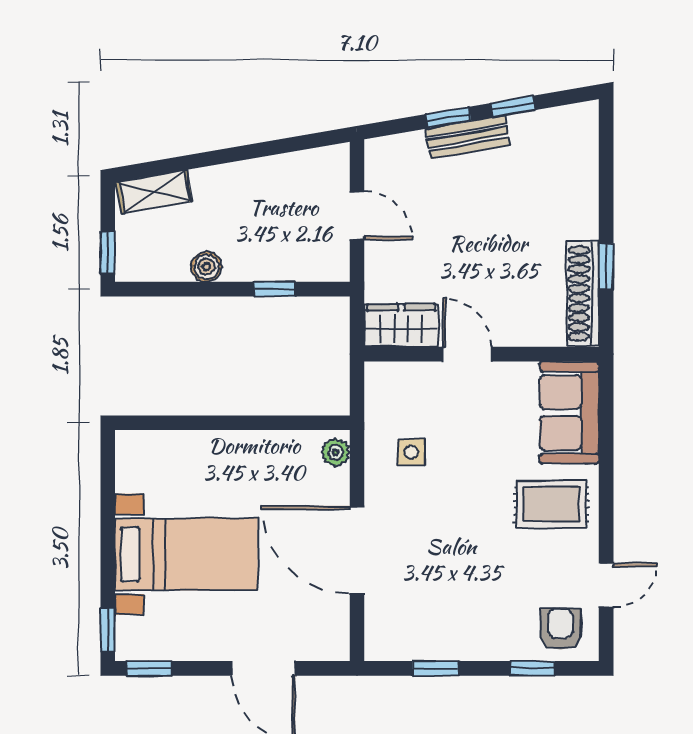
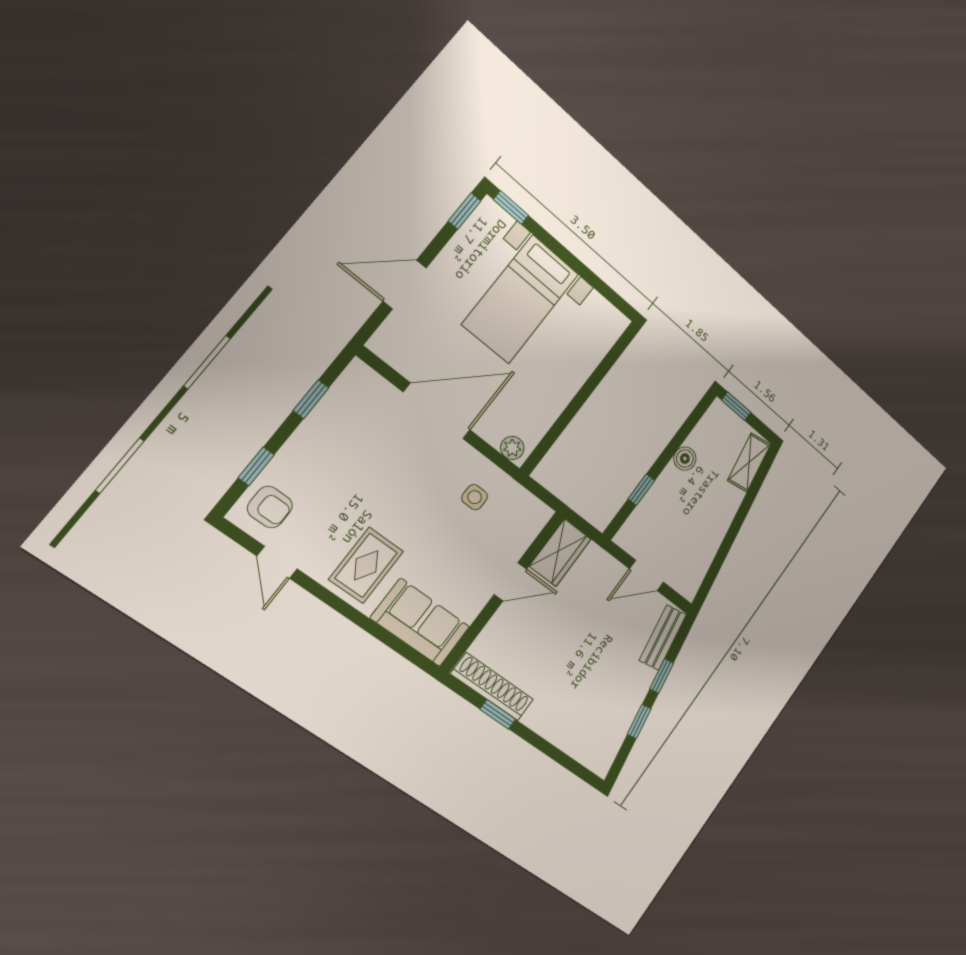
bench: (468, 137) -> (663, 637), moved

